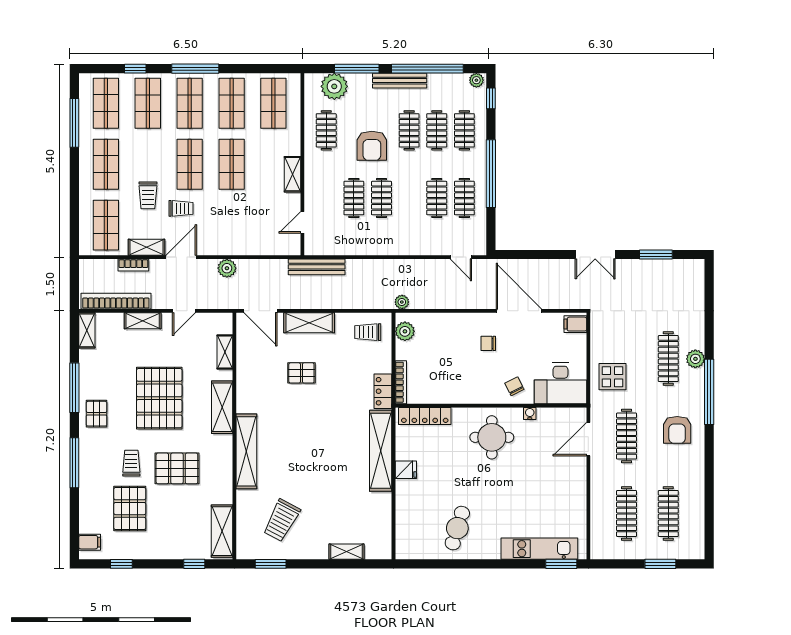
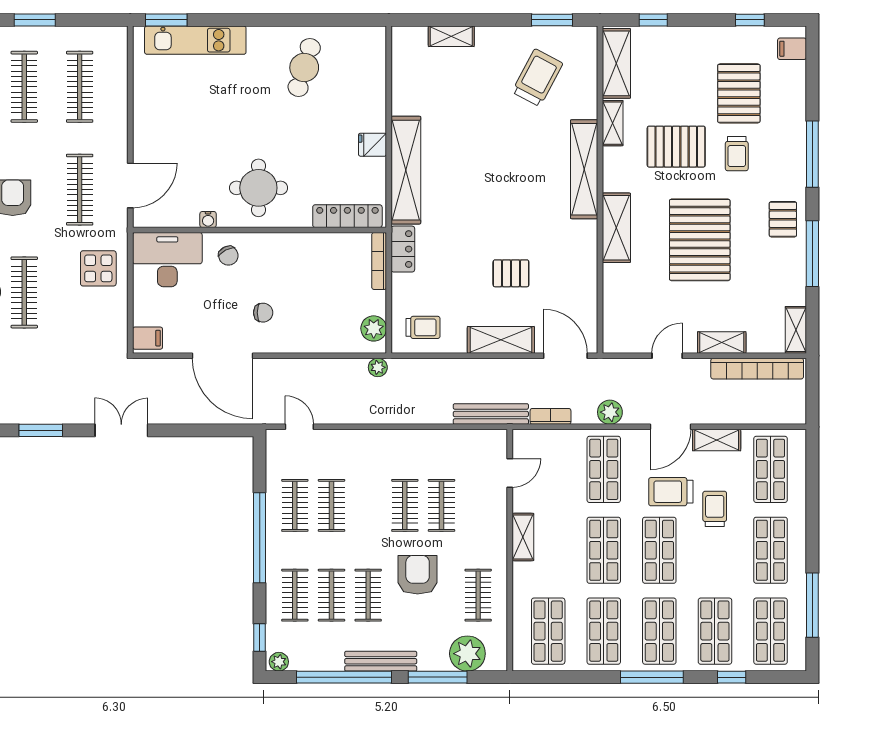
trolley: (181, 208) -> (671, 492), width x1.36, depth x1.39
shop shelf: (232, 225) -> (604, 469), added
bookcase: (133, 265) -> (551, 416), moved
shelving: (225, 352) -> (613, 123), moved

